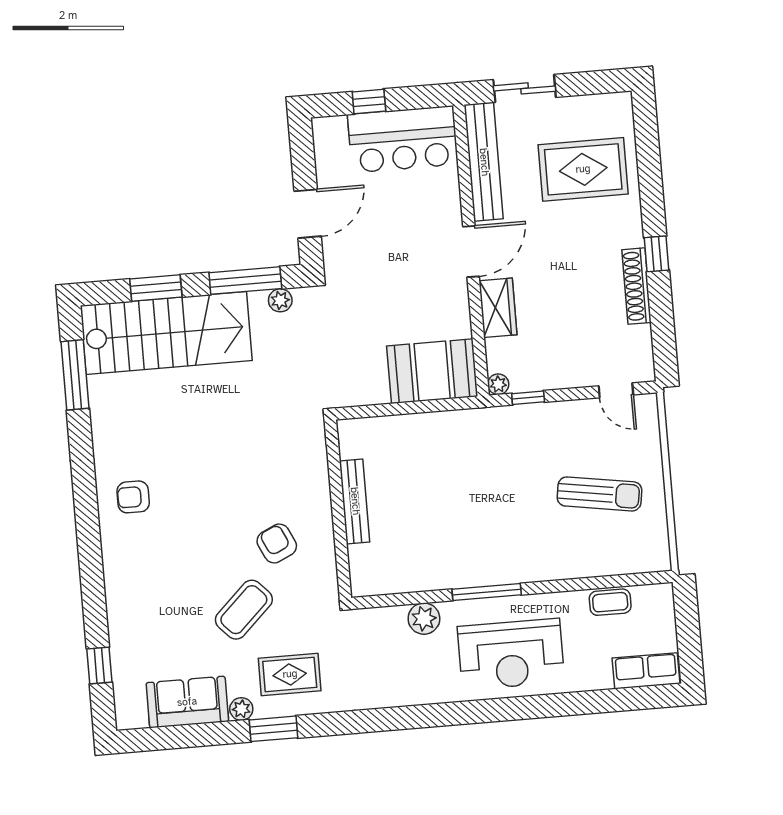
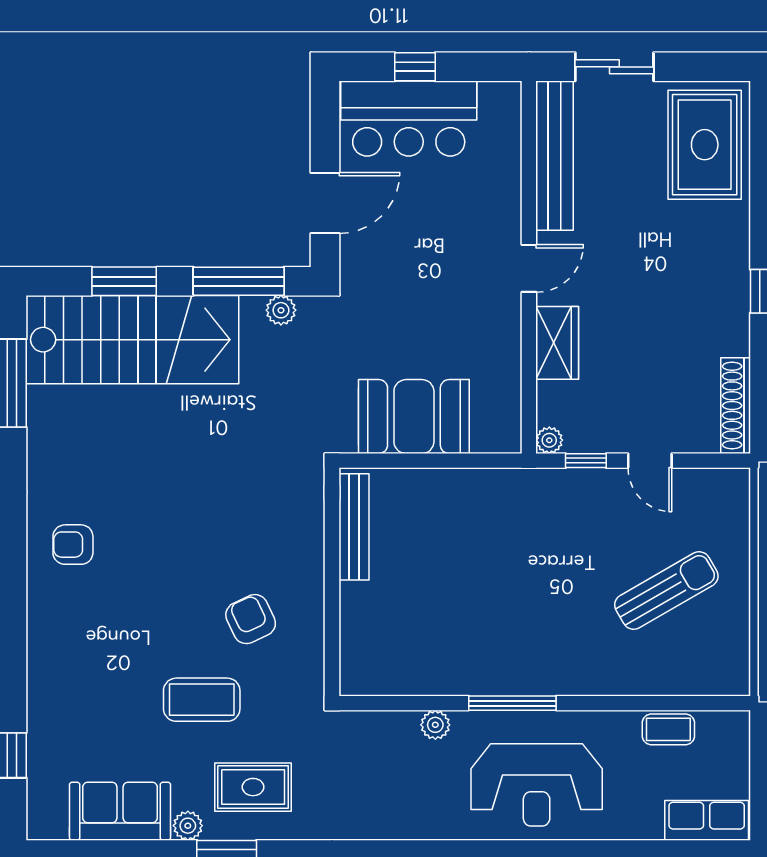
bar counter: (403, 139) -> (409, 119), moved
rug: (583, 169) -> (705, 145), moved, turned 90
door: (471, 252) -> (529, 268), width x0.73
shoe rack: (636, 286) -> (736, 406), moved
booth: (432, 371) -> (414, 417), moved
door: (616, 390) -> (650, 461), moved
sun lounger: (599, 494) -> (666, 591), turned -39
bench: (355, 501) -> (354, 527), moved
coffee table: (244, 610) -> (202, 700), turned 44
plant: (424, 619) -> (435, 725), width x0.73, depth x0.73

